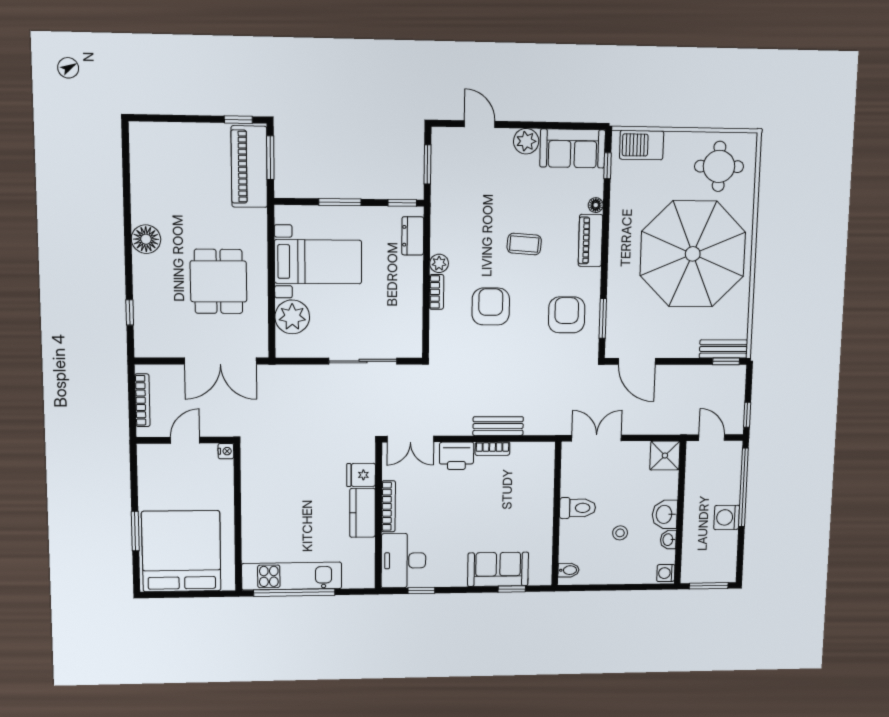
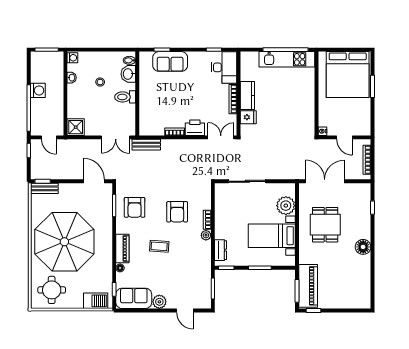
bench: (498, 426) -> (146, 145), moved
door: (185, 440) -> (344, 137), hinge flipped
washbasin: (665, 514) -> (128, 74), moved, turned 180

